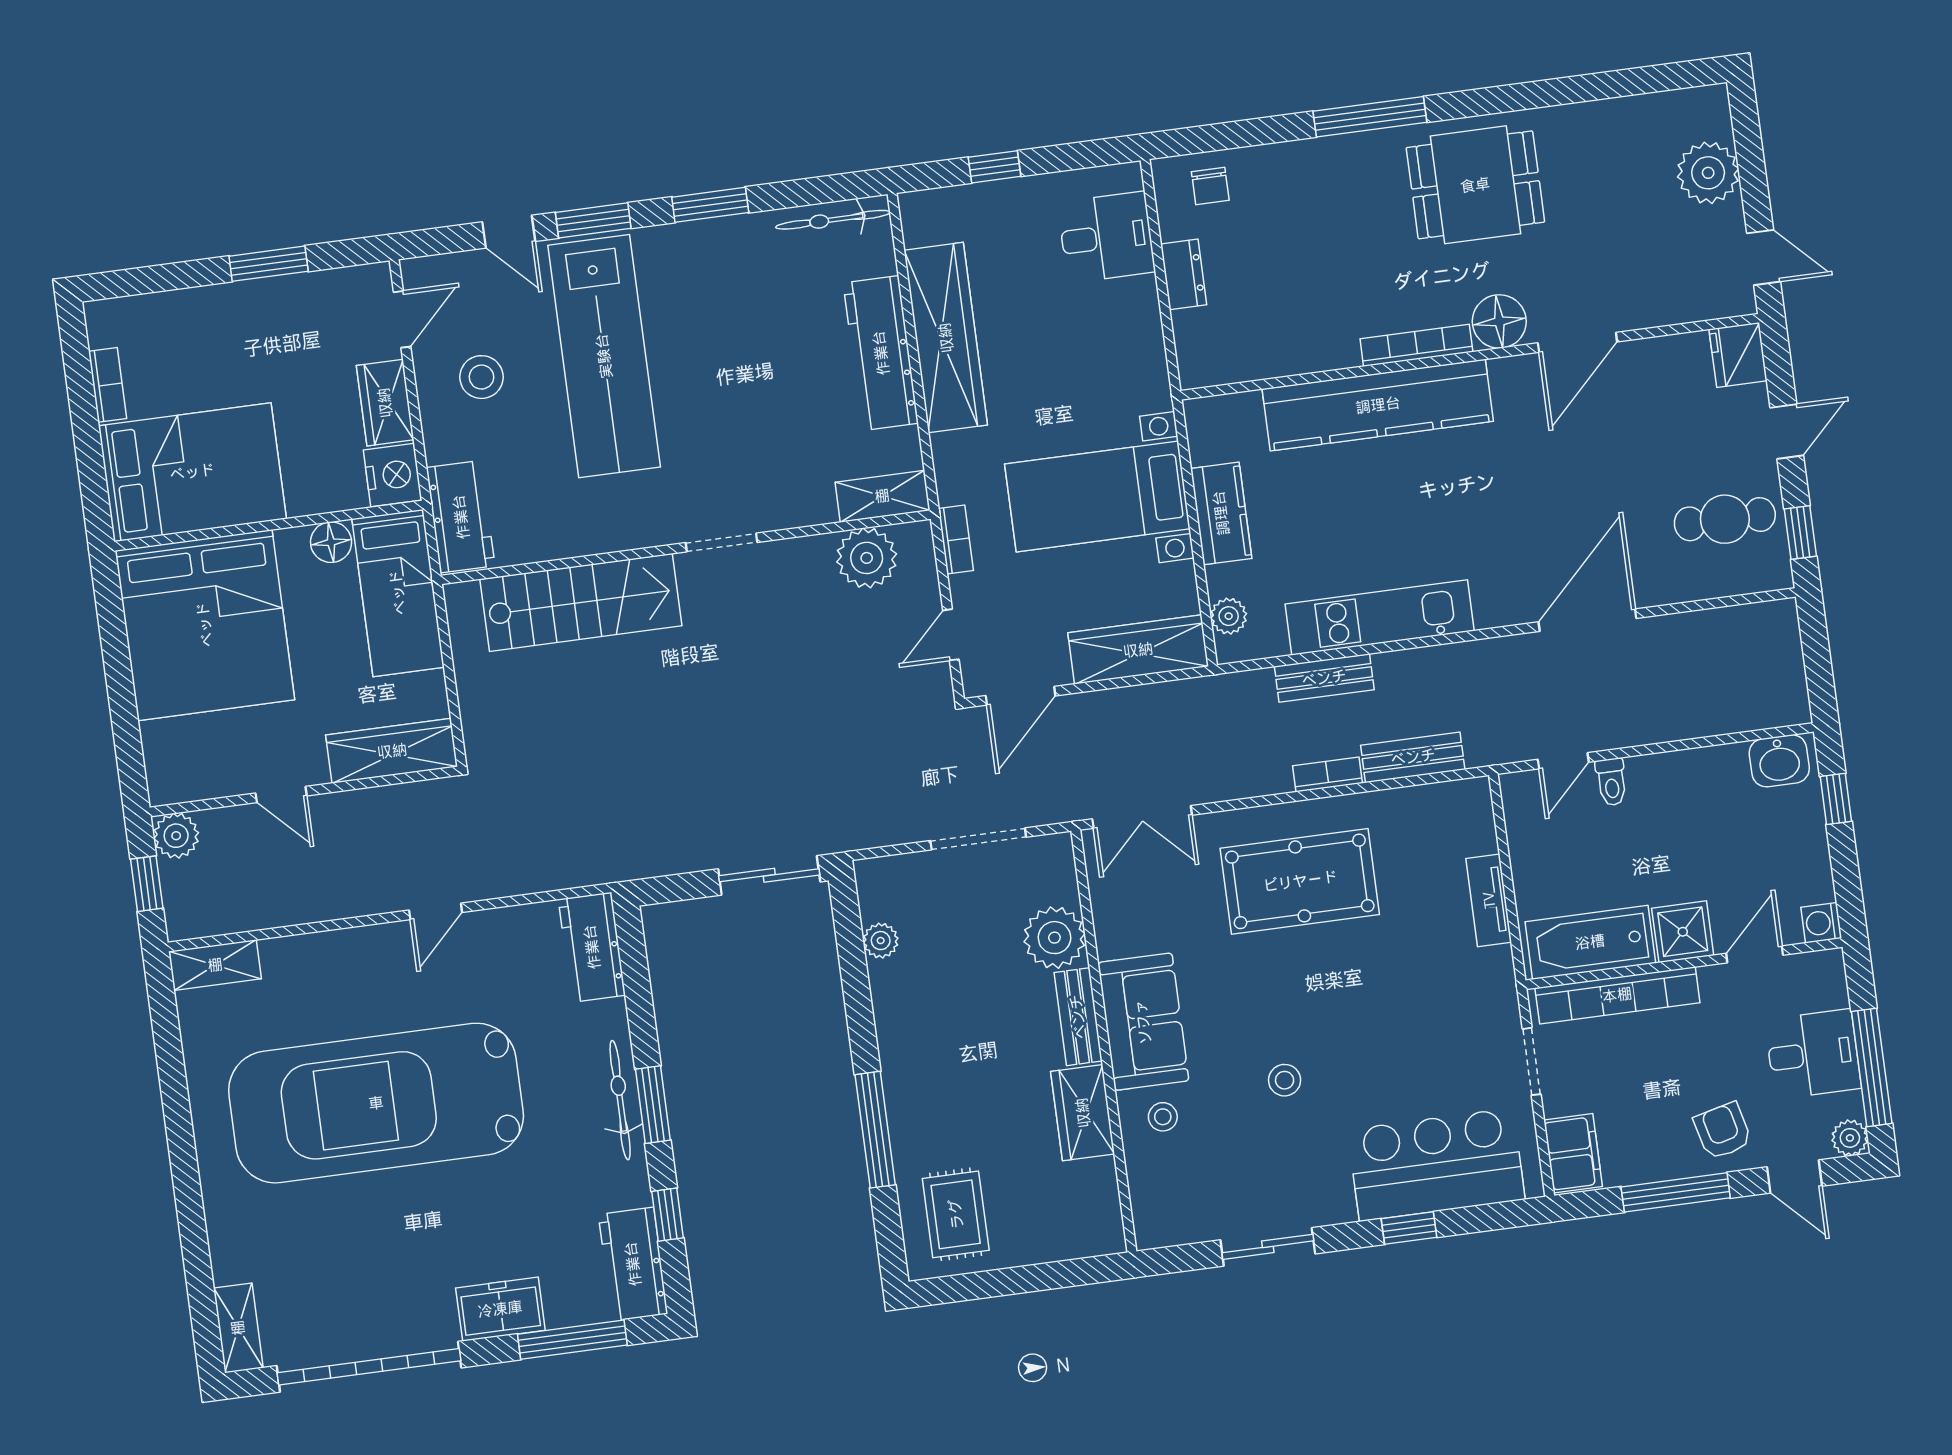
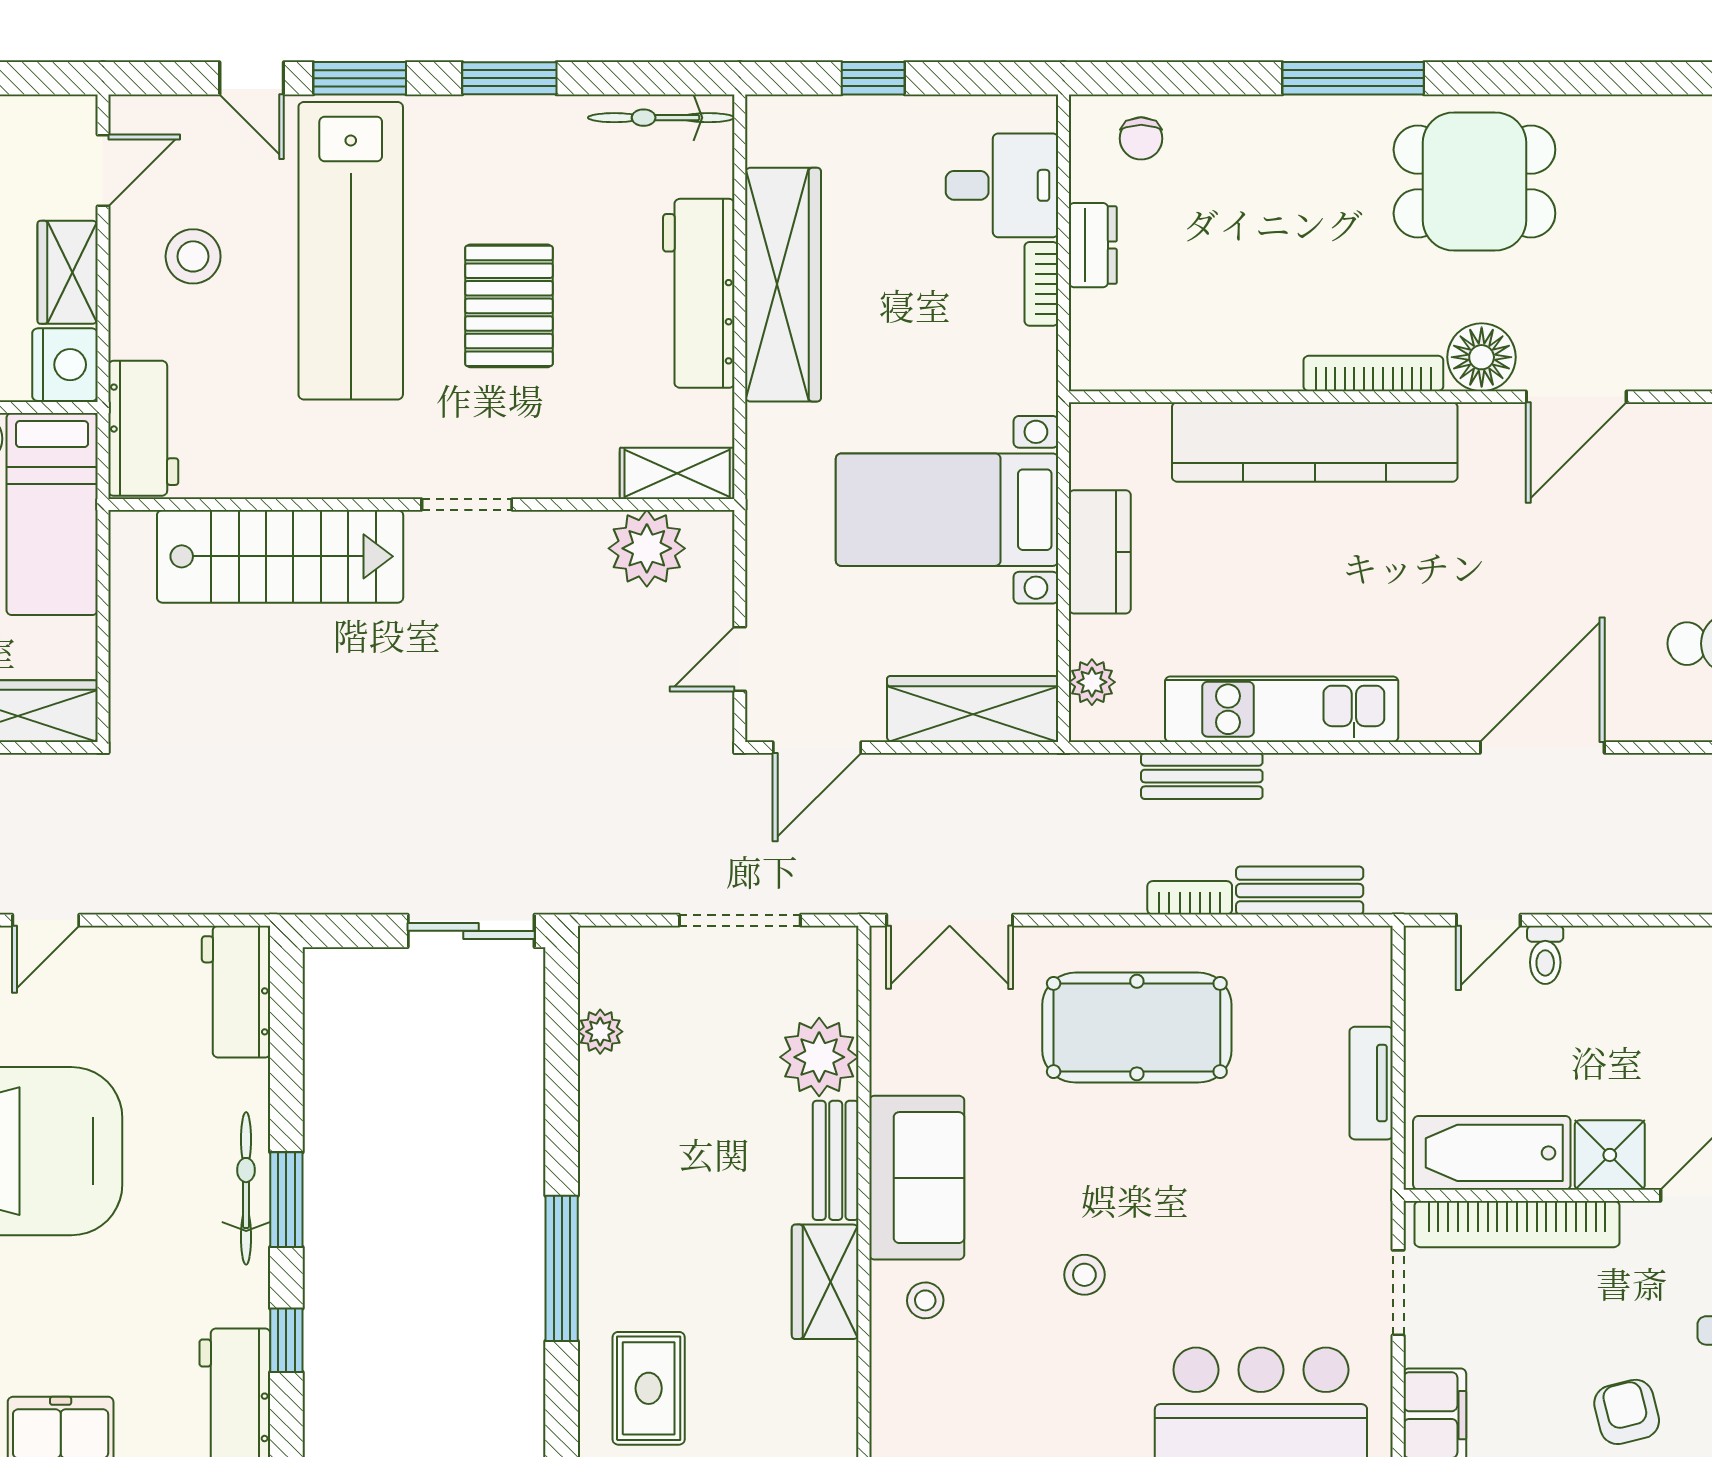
pallet: (734, 383) -> (509, 306), added
bookcase: (956, 540) -> (1041, 284), moved, turned 180

